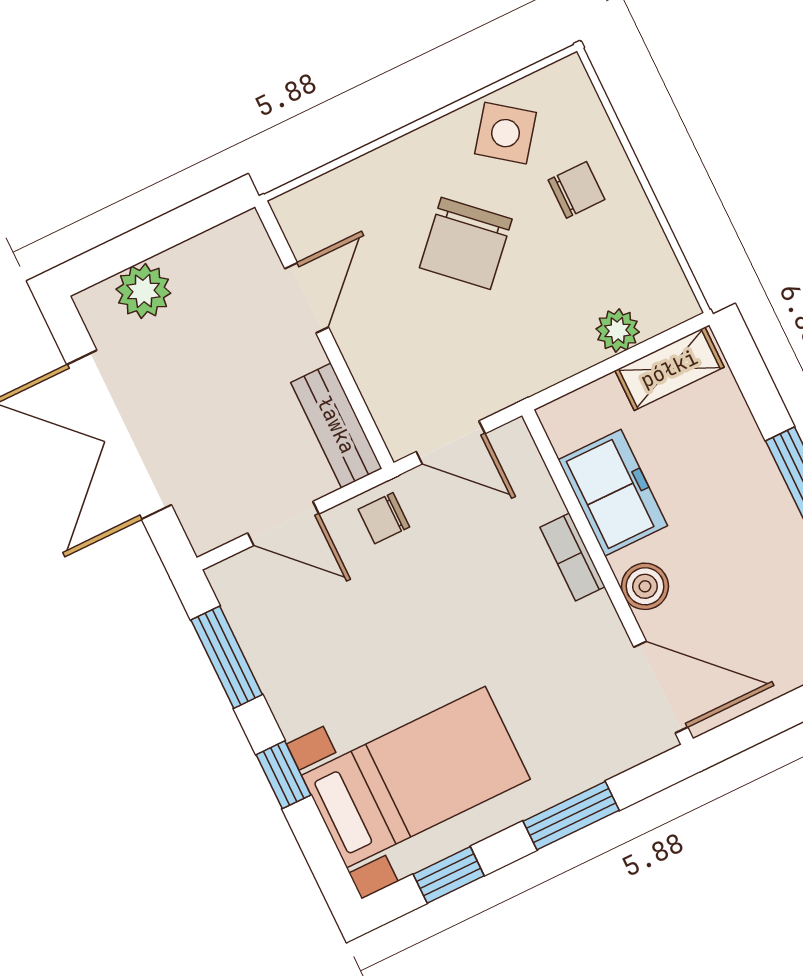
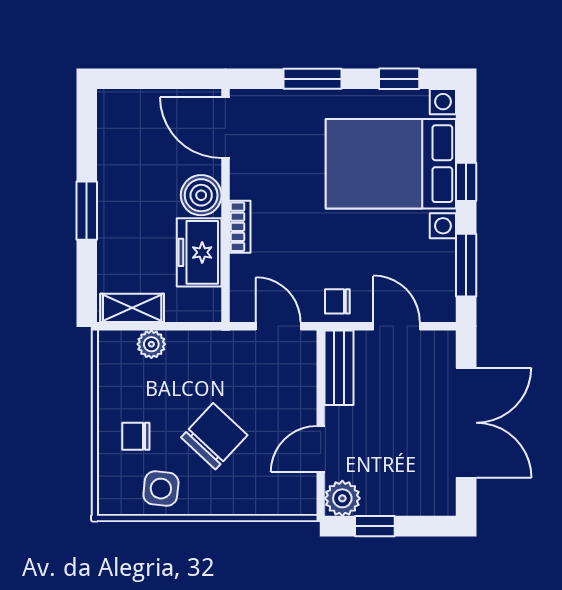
side table: (505, 133) -> (161, 489), turned -31
window: (177, 226) -> (375, 526), added
plant: (143, 291) -> (342, 498), moved
chair: (384, 518) -> (337, 301), turned 180
boiler: (645, 586) -> (201, 195), width x1.36, depth x1.36
bed with nightstands: (416, 777) -> (391, 164), width x1.36

